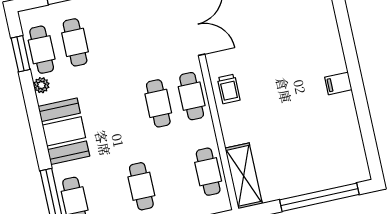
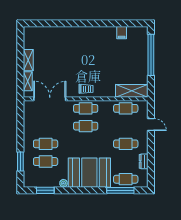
cafe table: (42, 50) -> (46, 144), moved
filing cabinet: (338, 83) -> (122, 33), moved
booth: (64, 131) -> (89, 173), width x1.36, depth x1.42

